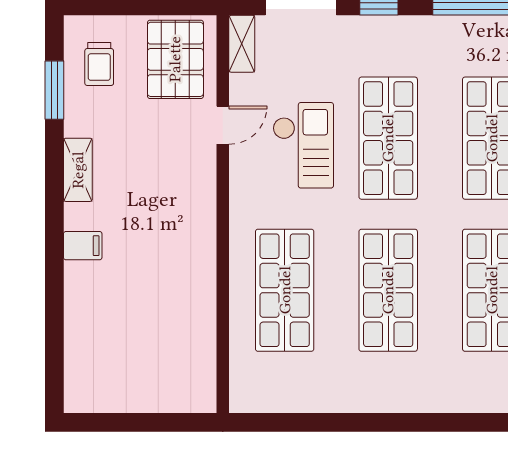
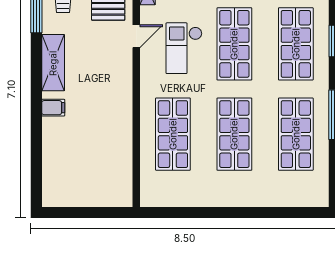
checkout: (303, 145) -> (184, 48), turned 180
shelving: (78, 170) -> (53, 63), width x1.50, depth x1.33

